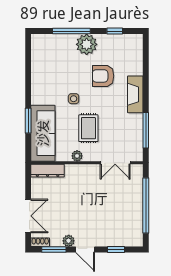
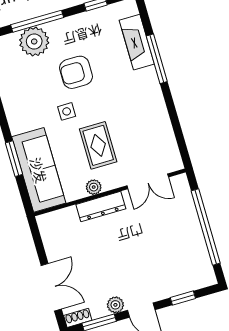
plant: (87, 44) -> (34, 41), moved
armchair: (103, 76) -> (76, 72), moved
fireplace: (135, 94) -> (137, 42), moved
window: (146, 130) -> (157, 59), moved
dresser: (48, 171) -> (101, 207), moved

